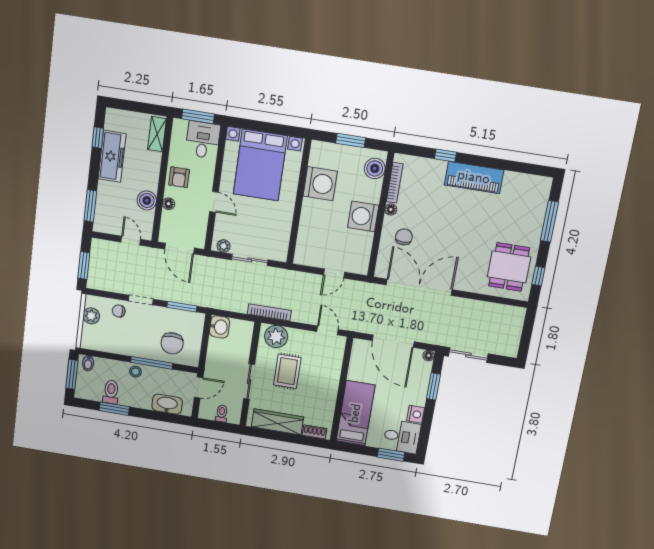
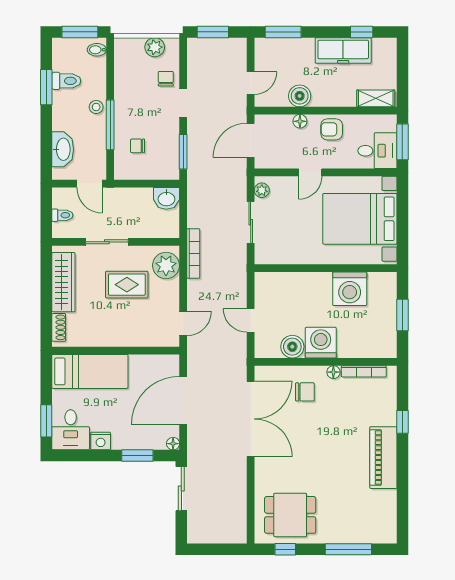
boiler: (375, 168) -> (292, 347), moved
chair: (172, 343) -> (138, 146), width x0.54, depth x0.54

